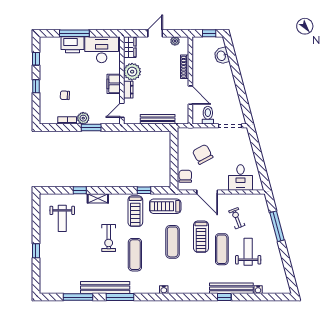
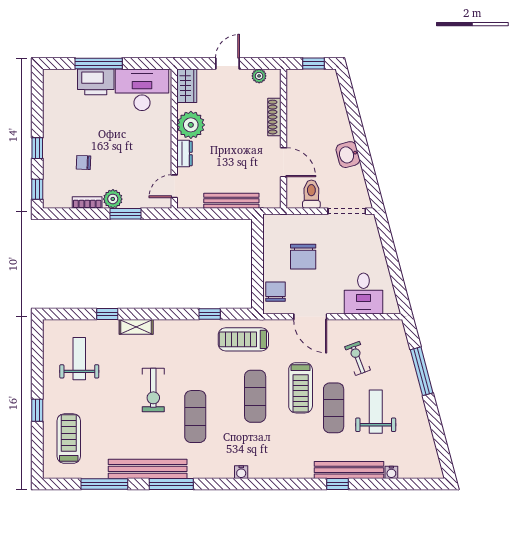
washbasin: (222, 56) -> (348, 155), moved
window: (36, 59) -> (37, 189), moved
filing cabinet: (114, 84) -> (161, 144), removed
chair: (203, 154) -> (303, 257), turned -152
treadmill: (135, 211) -> (69, 439), moved, turned 180
weight bench: (62, 218) -> (79, 359), turned 180

